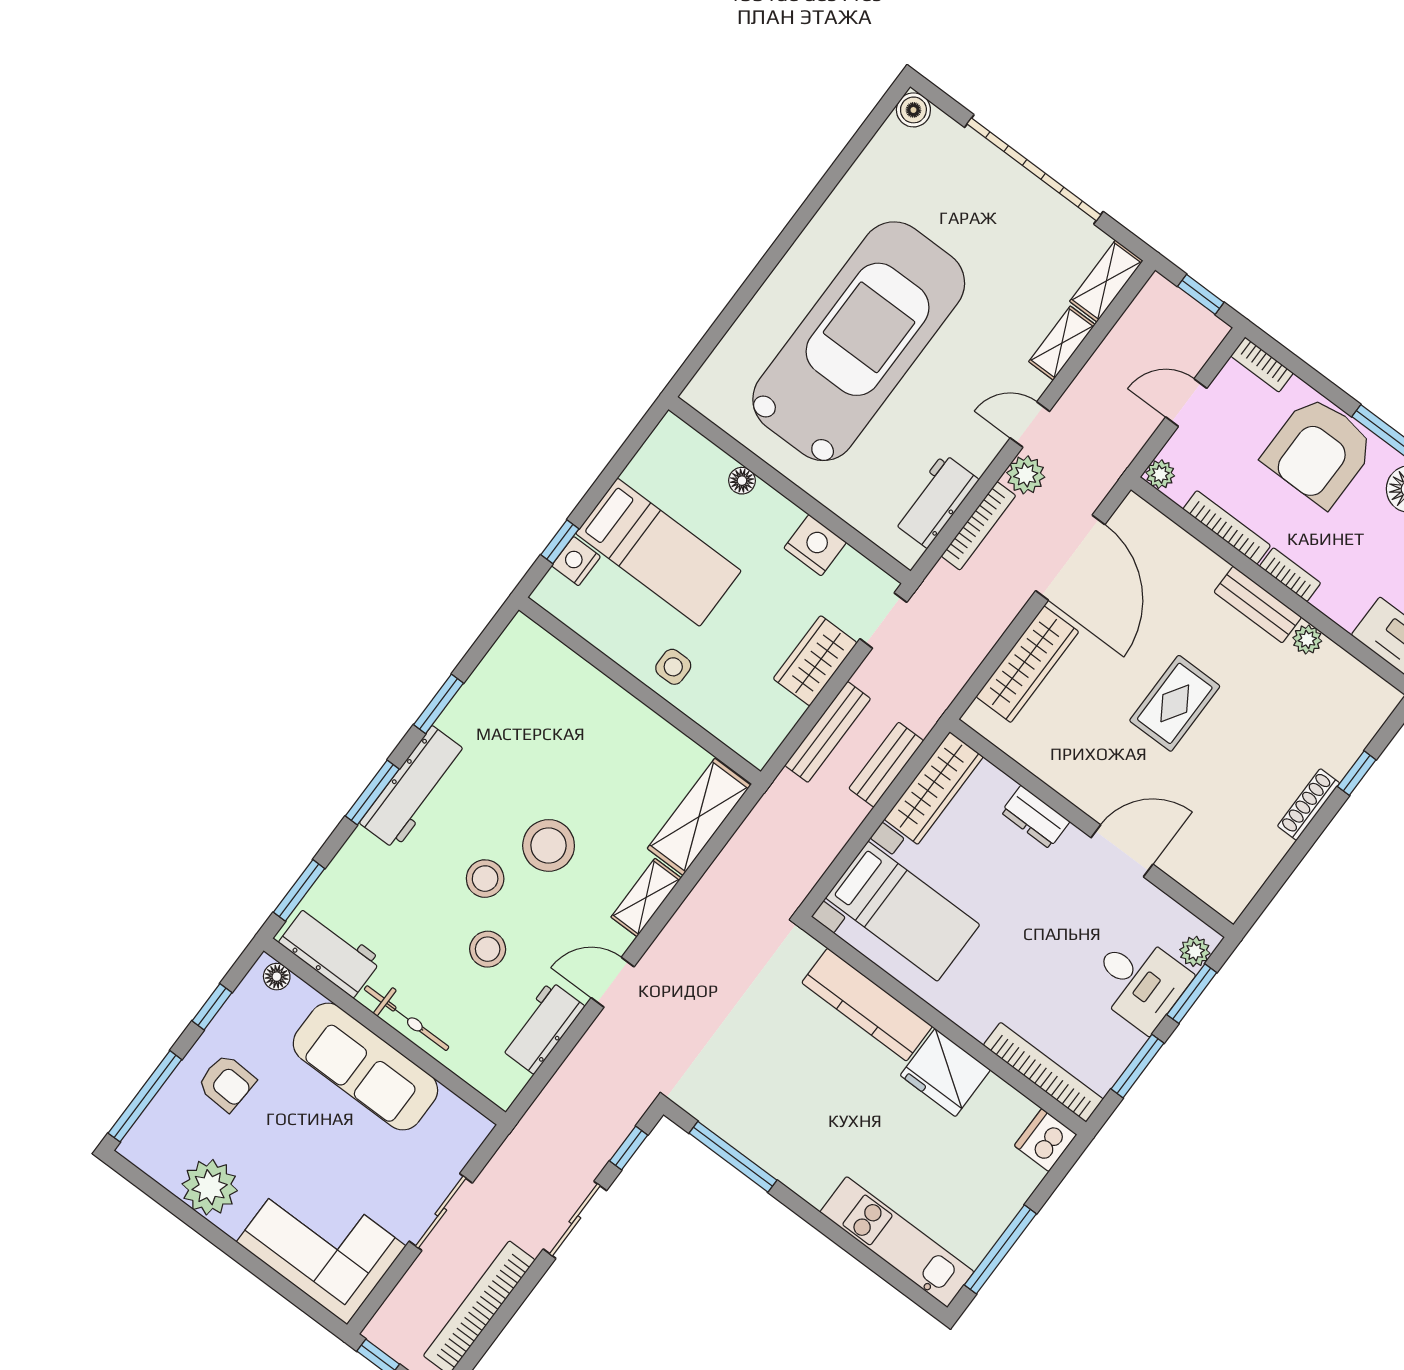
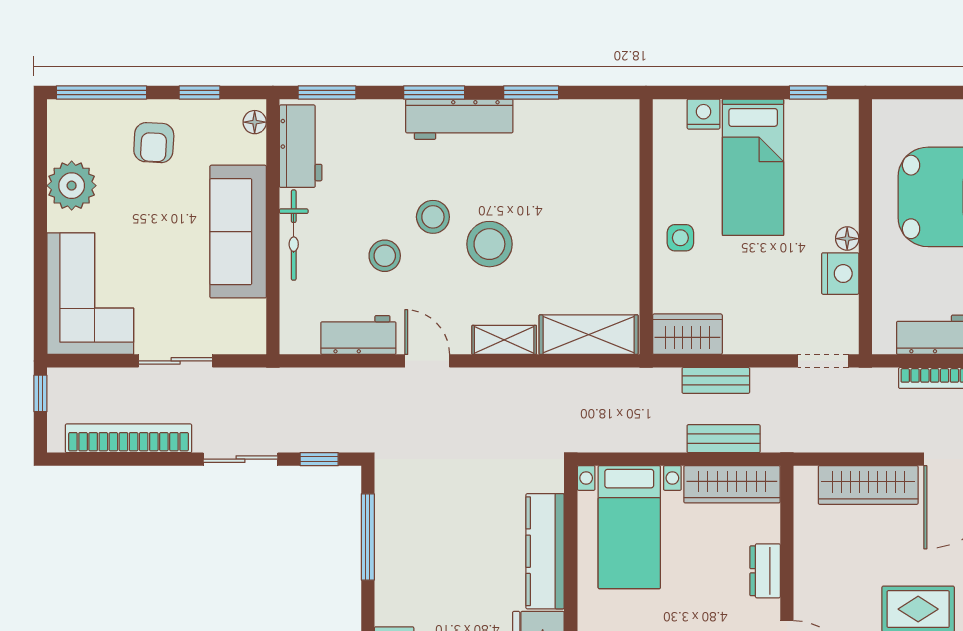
floor lamp: (742, 481) -> (847, 239), moved
window: (560, 542) -> (808, 92), moved
wardrobe: (815, 661) -> (687, 334), moved
bench: (828, 732) -> (716, 380), width x0.73

